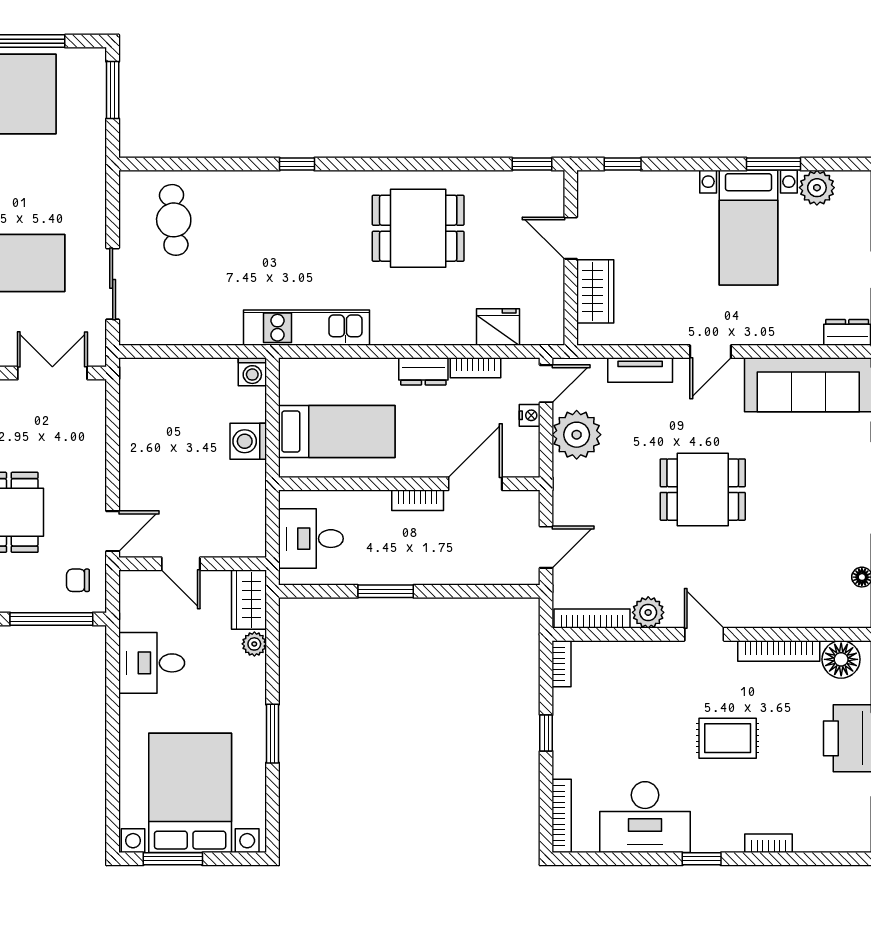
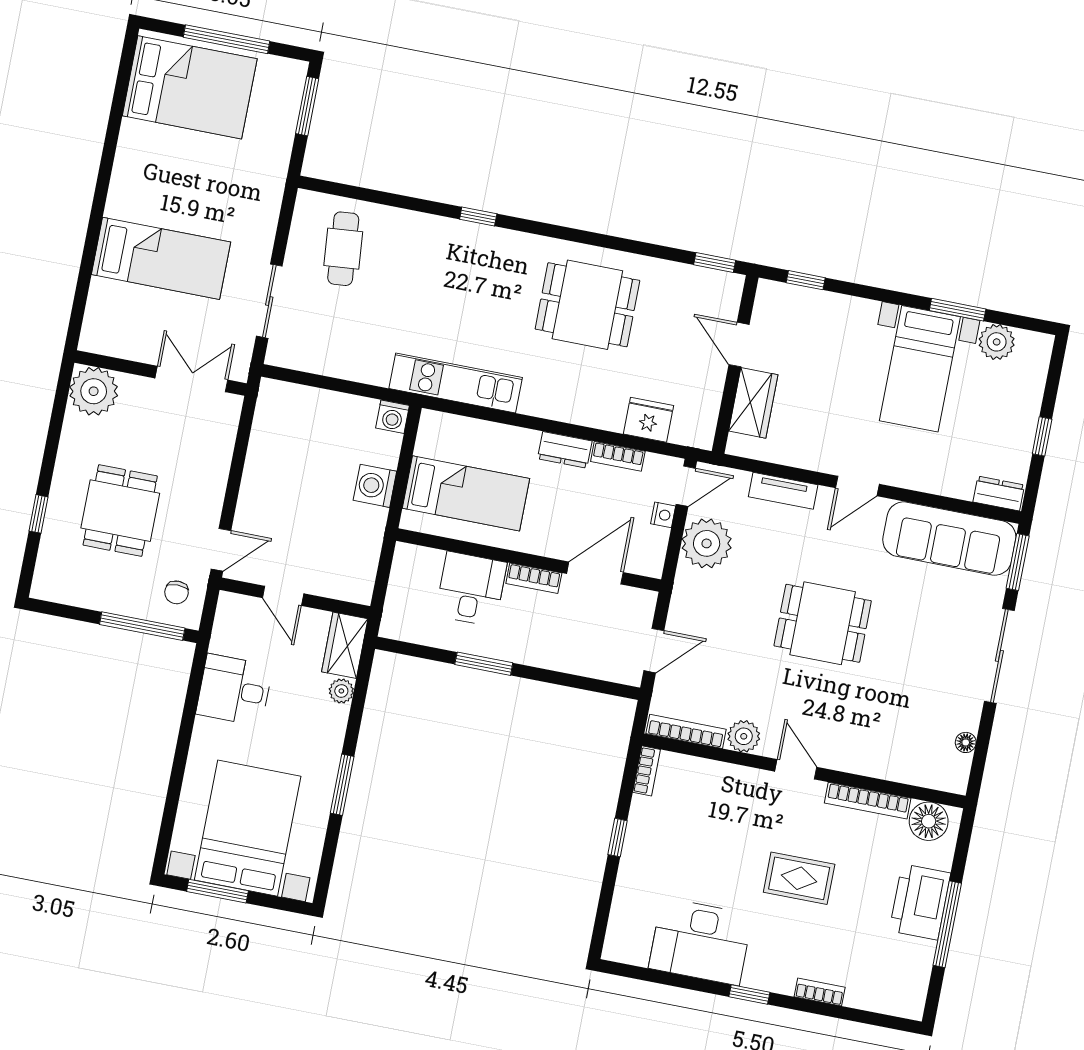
desk: (311, 539) -> (471, 589), moved, turned 90
chair: (78, 580) -> (176, 592), turned -90
bookcase: (562, 816) -> (617, 924), removed

